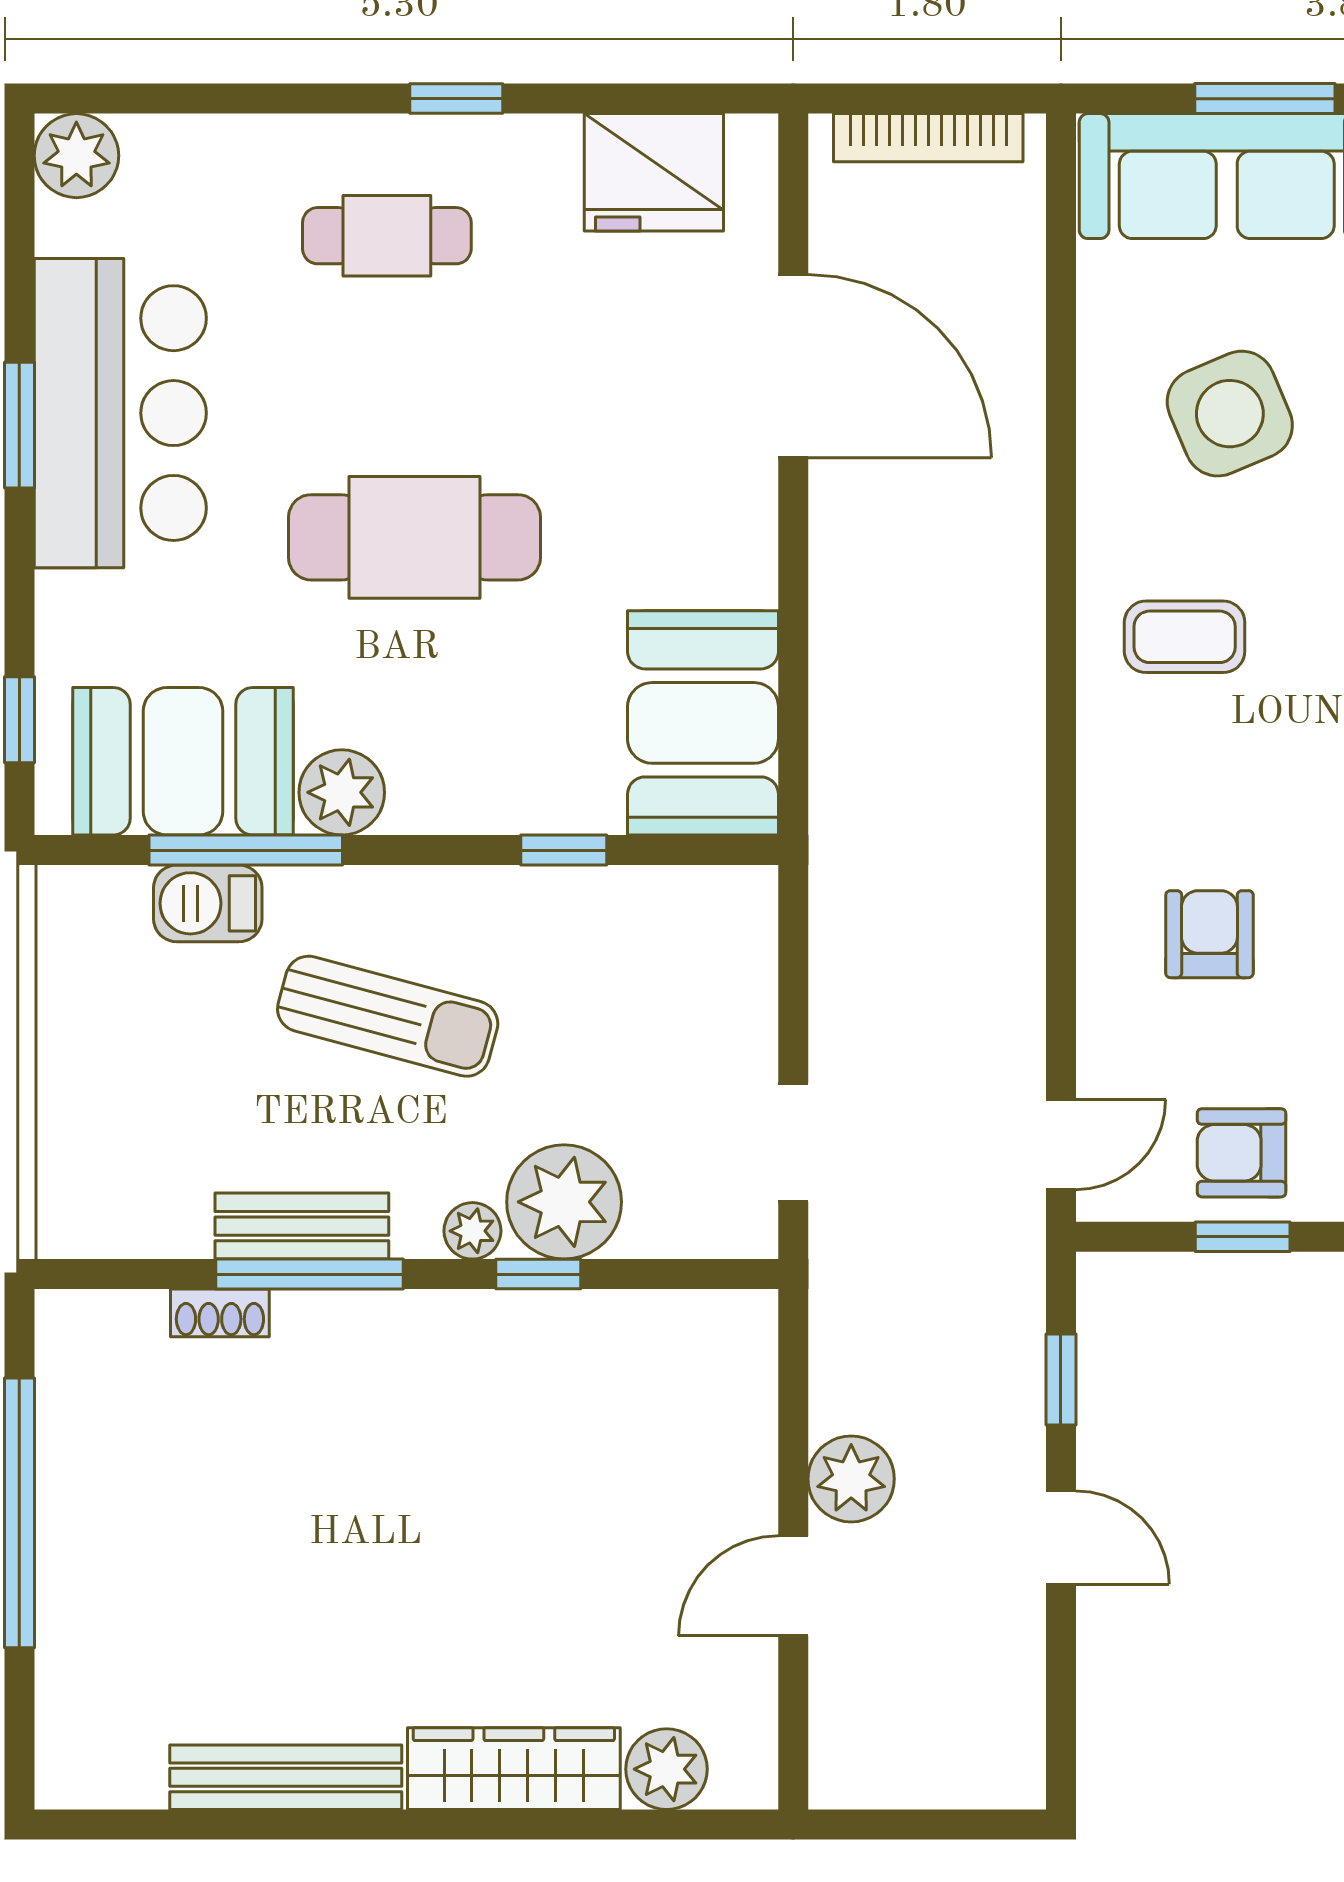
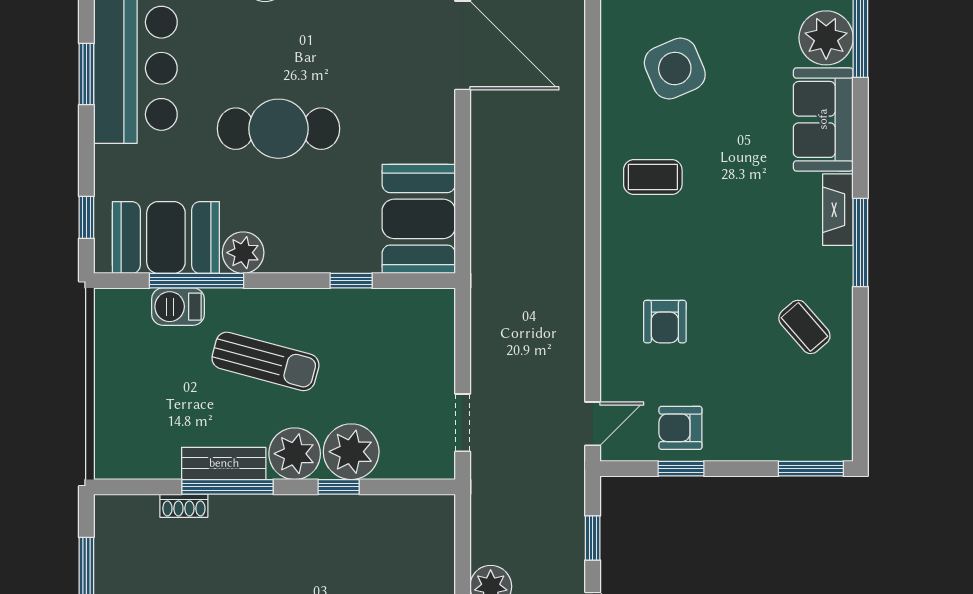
armchair: (1209, 934) -> (665, 322), turned 180
plant: (472, 1231) -> (295, 454), width x1.88, depth x1.88

